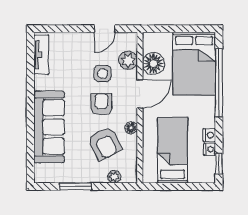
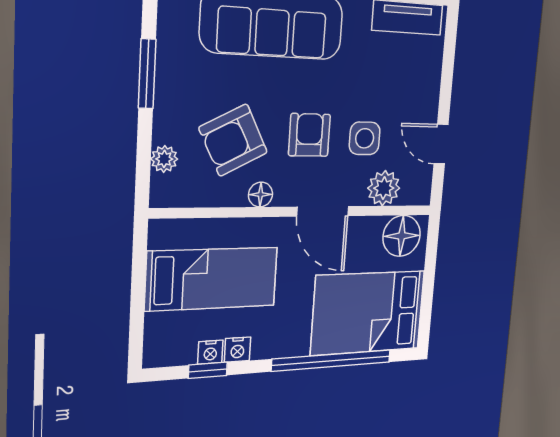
floor lamp: (153, 64) -> (402, 236), moved
armchair: (102, 104) -> (309, 135), turned -90
window: (219, 164) -> (208, 370), moved

